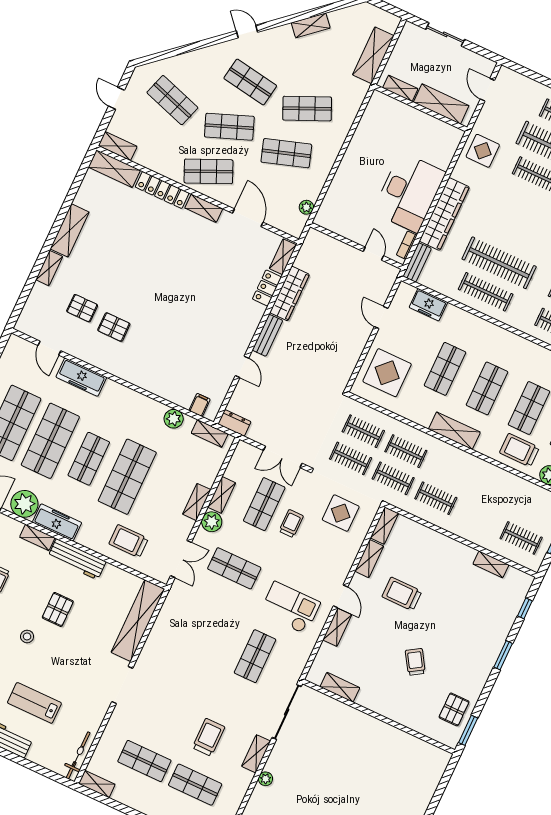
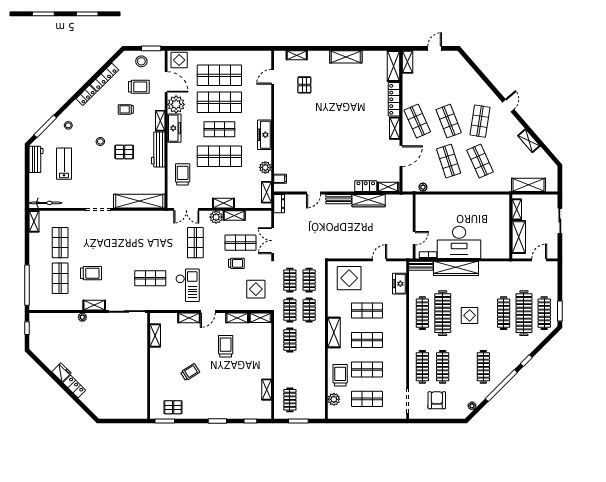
shop shelf: (172, 100) -> (449, 81), removed
display table: (483, 151) -> (470, 315), moved
shelving: (49, 268) -> (297, 55), moved
pallet: (114, 327) -> (302, 108), removed
freezer: (81, 377) -> (264, 135), moved

